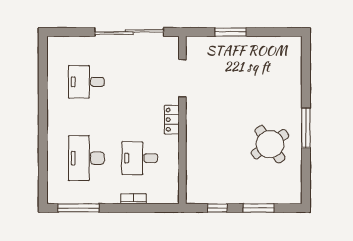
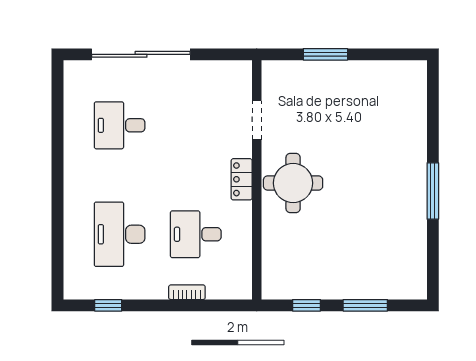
sliding door: (129, 32) -> (141, 54), moved
doorway: (182, 78) -> (257, 120), width x0.73
round table: (270, 144) -> (293, 183), moved, turned 35
window: (78, 208) -> (108, 305), width x0.46

